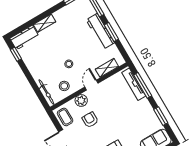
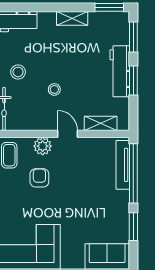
shelving: (44, 23) -> (72, 18), moved
door: (91, 85) -> (68, 134), hinge flipped
window: (143, 85) -> (133, 173), width x1.46
stool: (64, 86) -> (18, 72), moved

